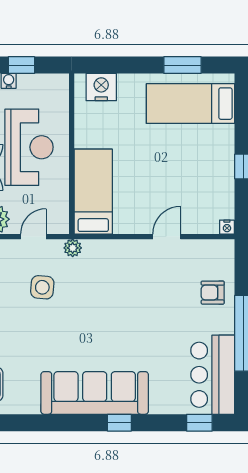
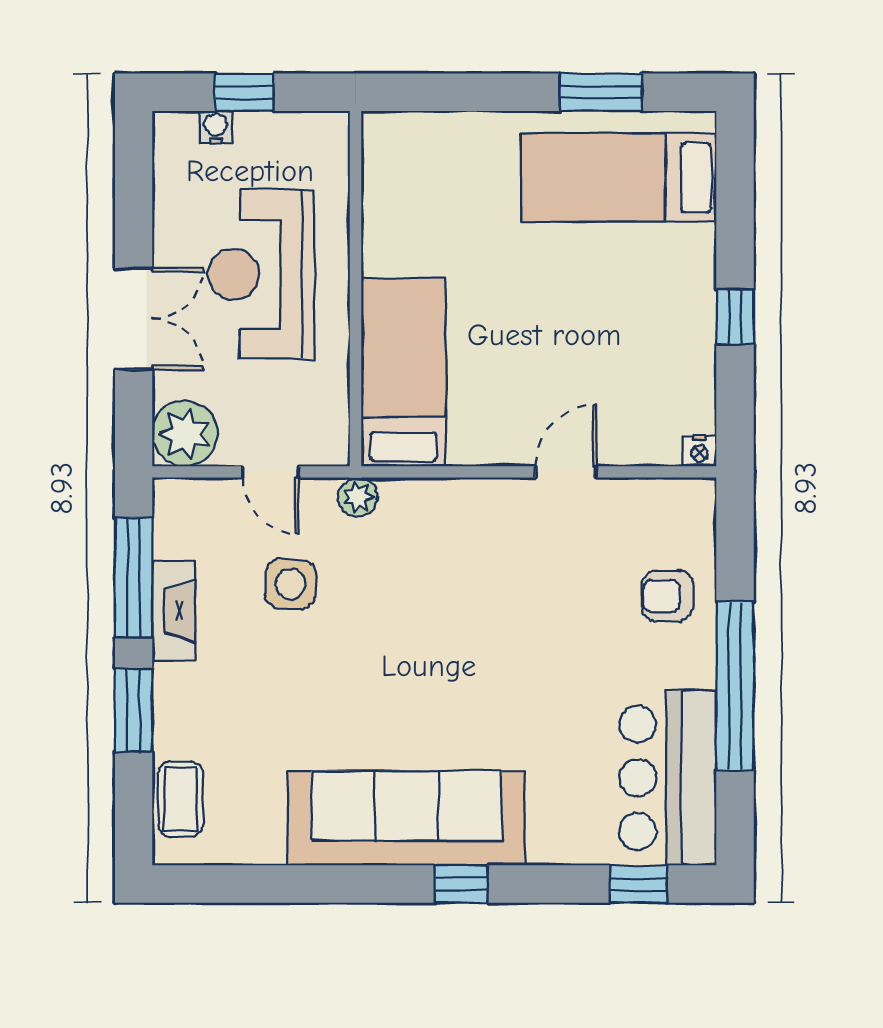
nightstand: (101, 87) -> (421, 141), removed
reception desk: (29, 147) -> (261, 274), turned 180
door: (33, 237) -> (271, 472), swing flipped

